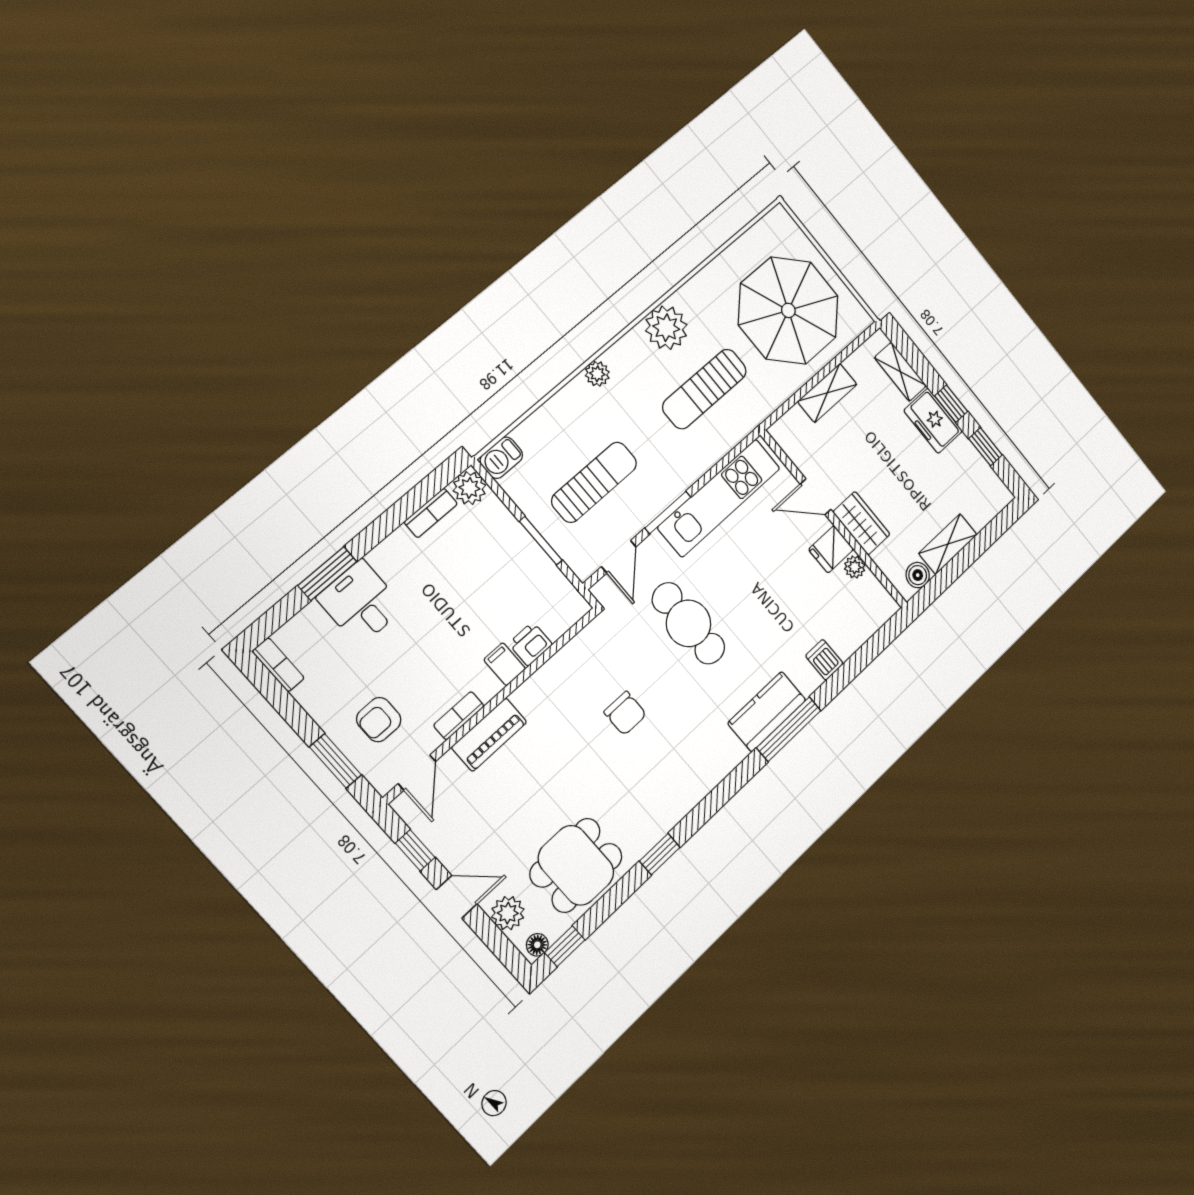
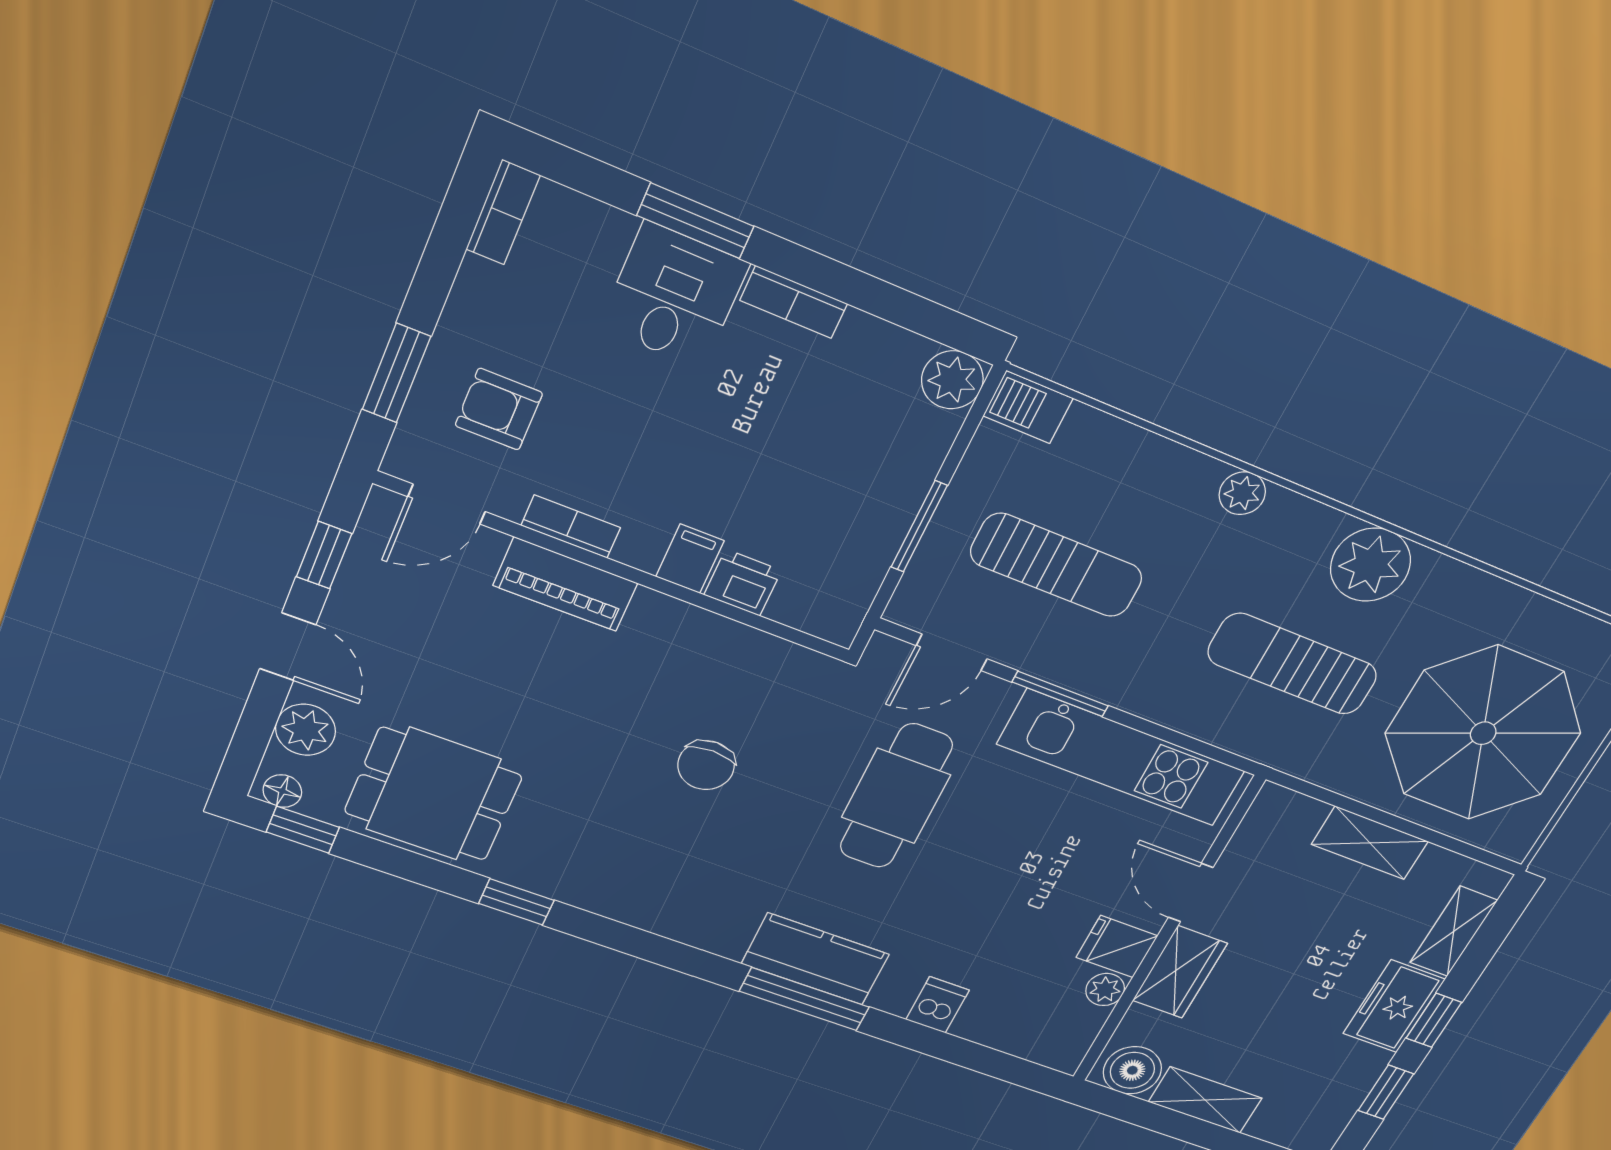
bookcase: (431, 513) -> (794, 302), moved
boiler: (918, 575) -> (1132, 1070), width x1.36, depth x1.36

